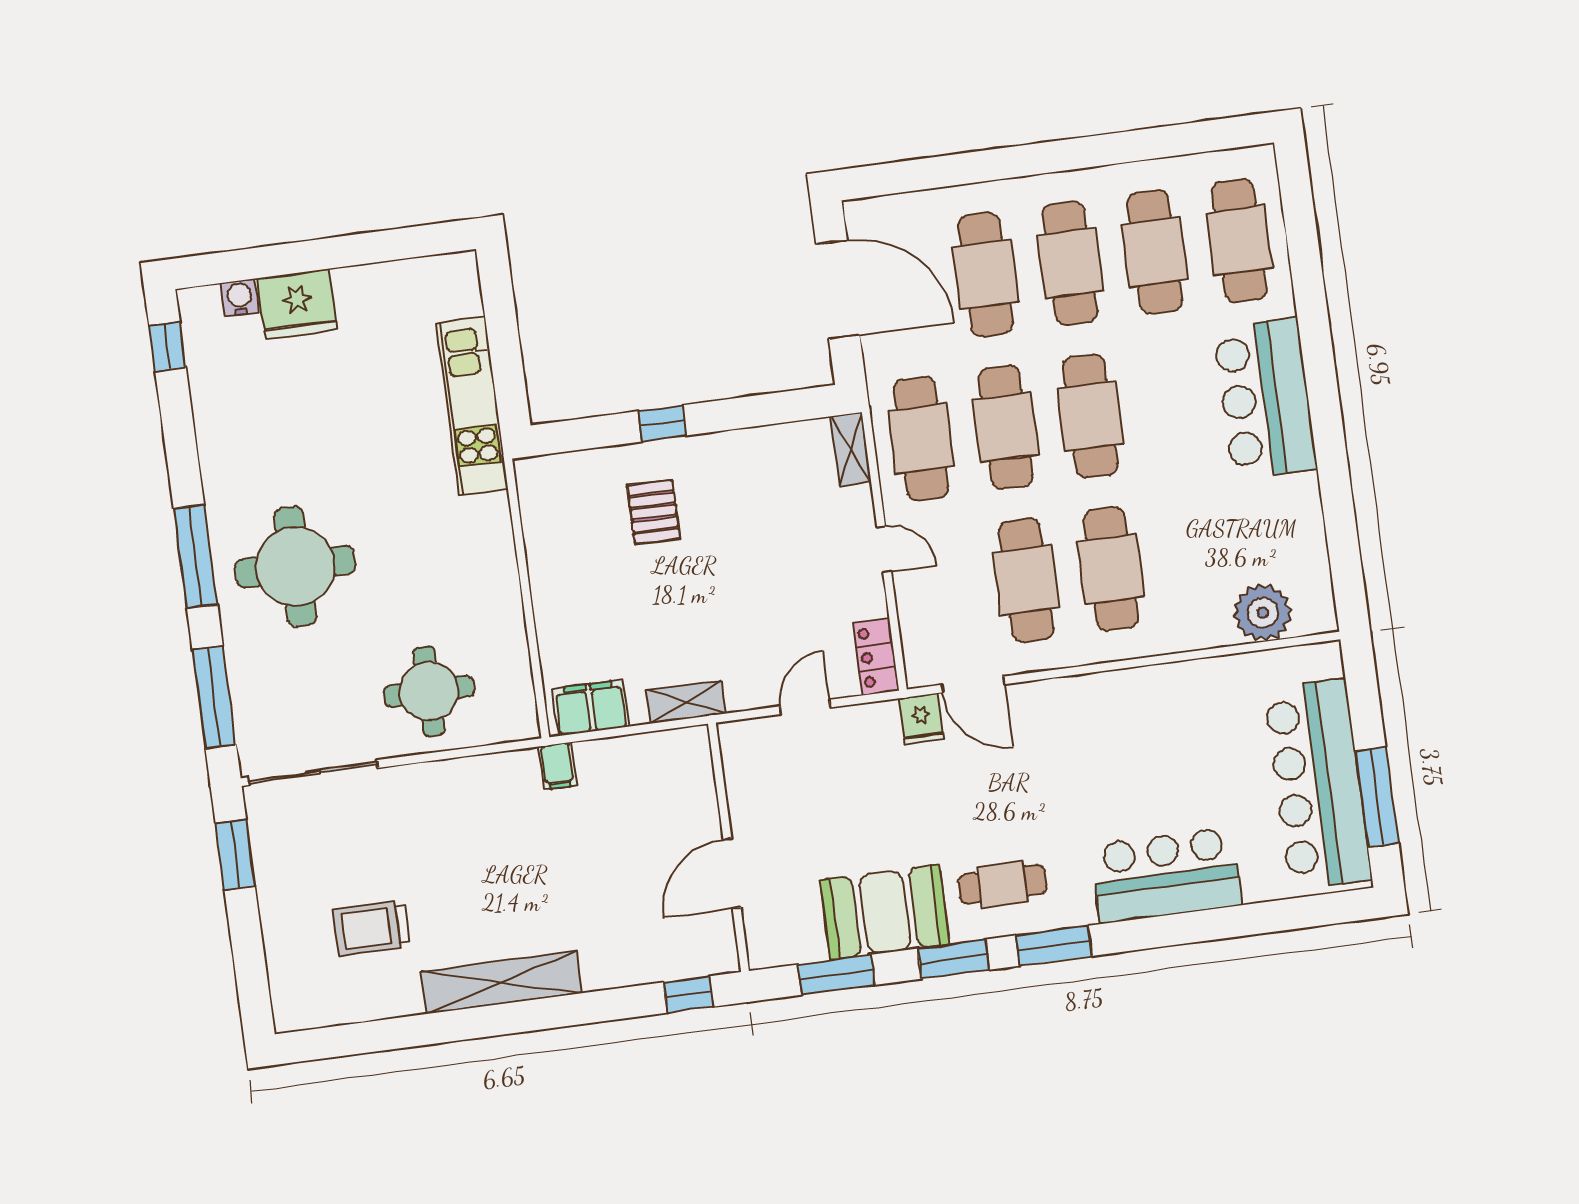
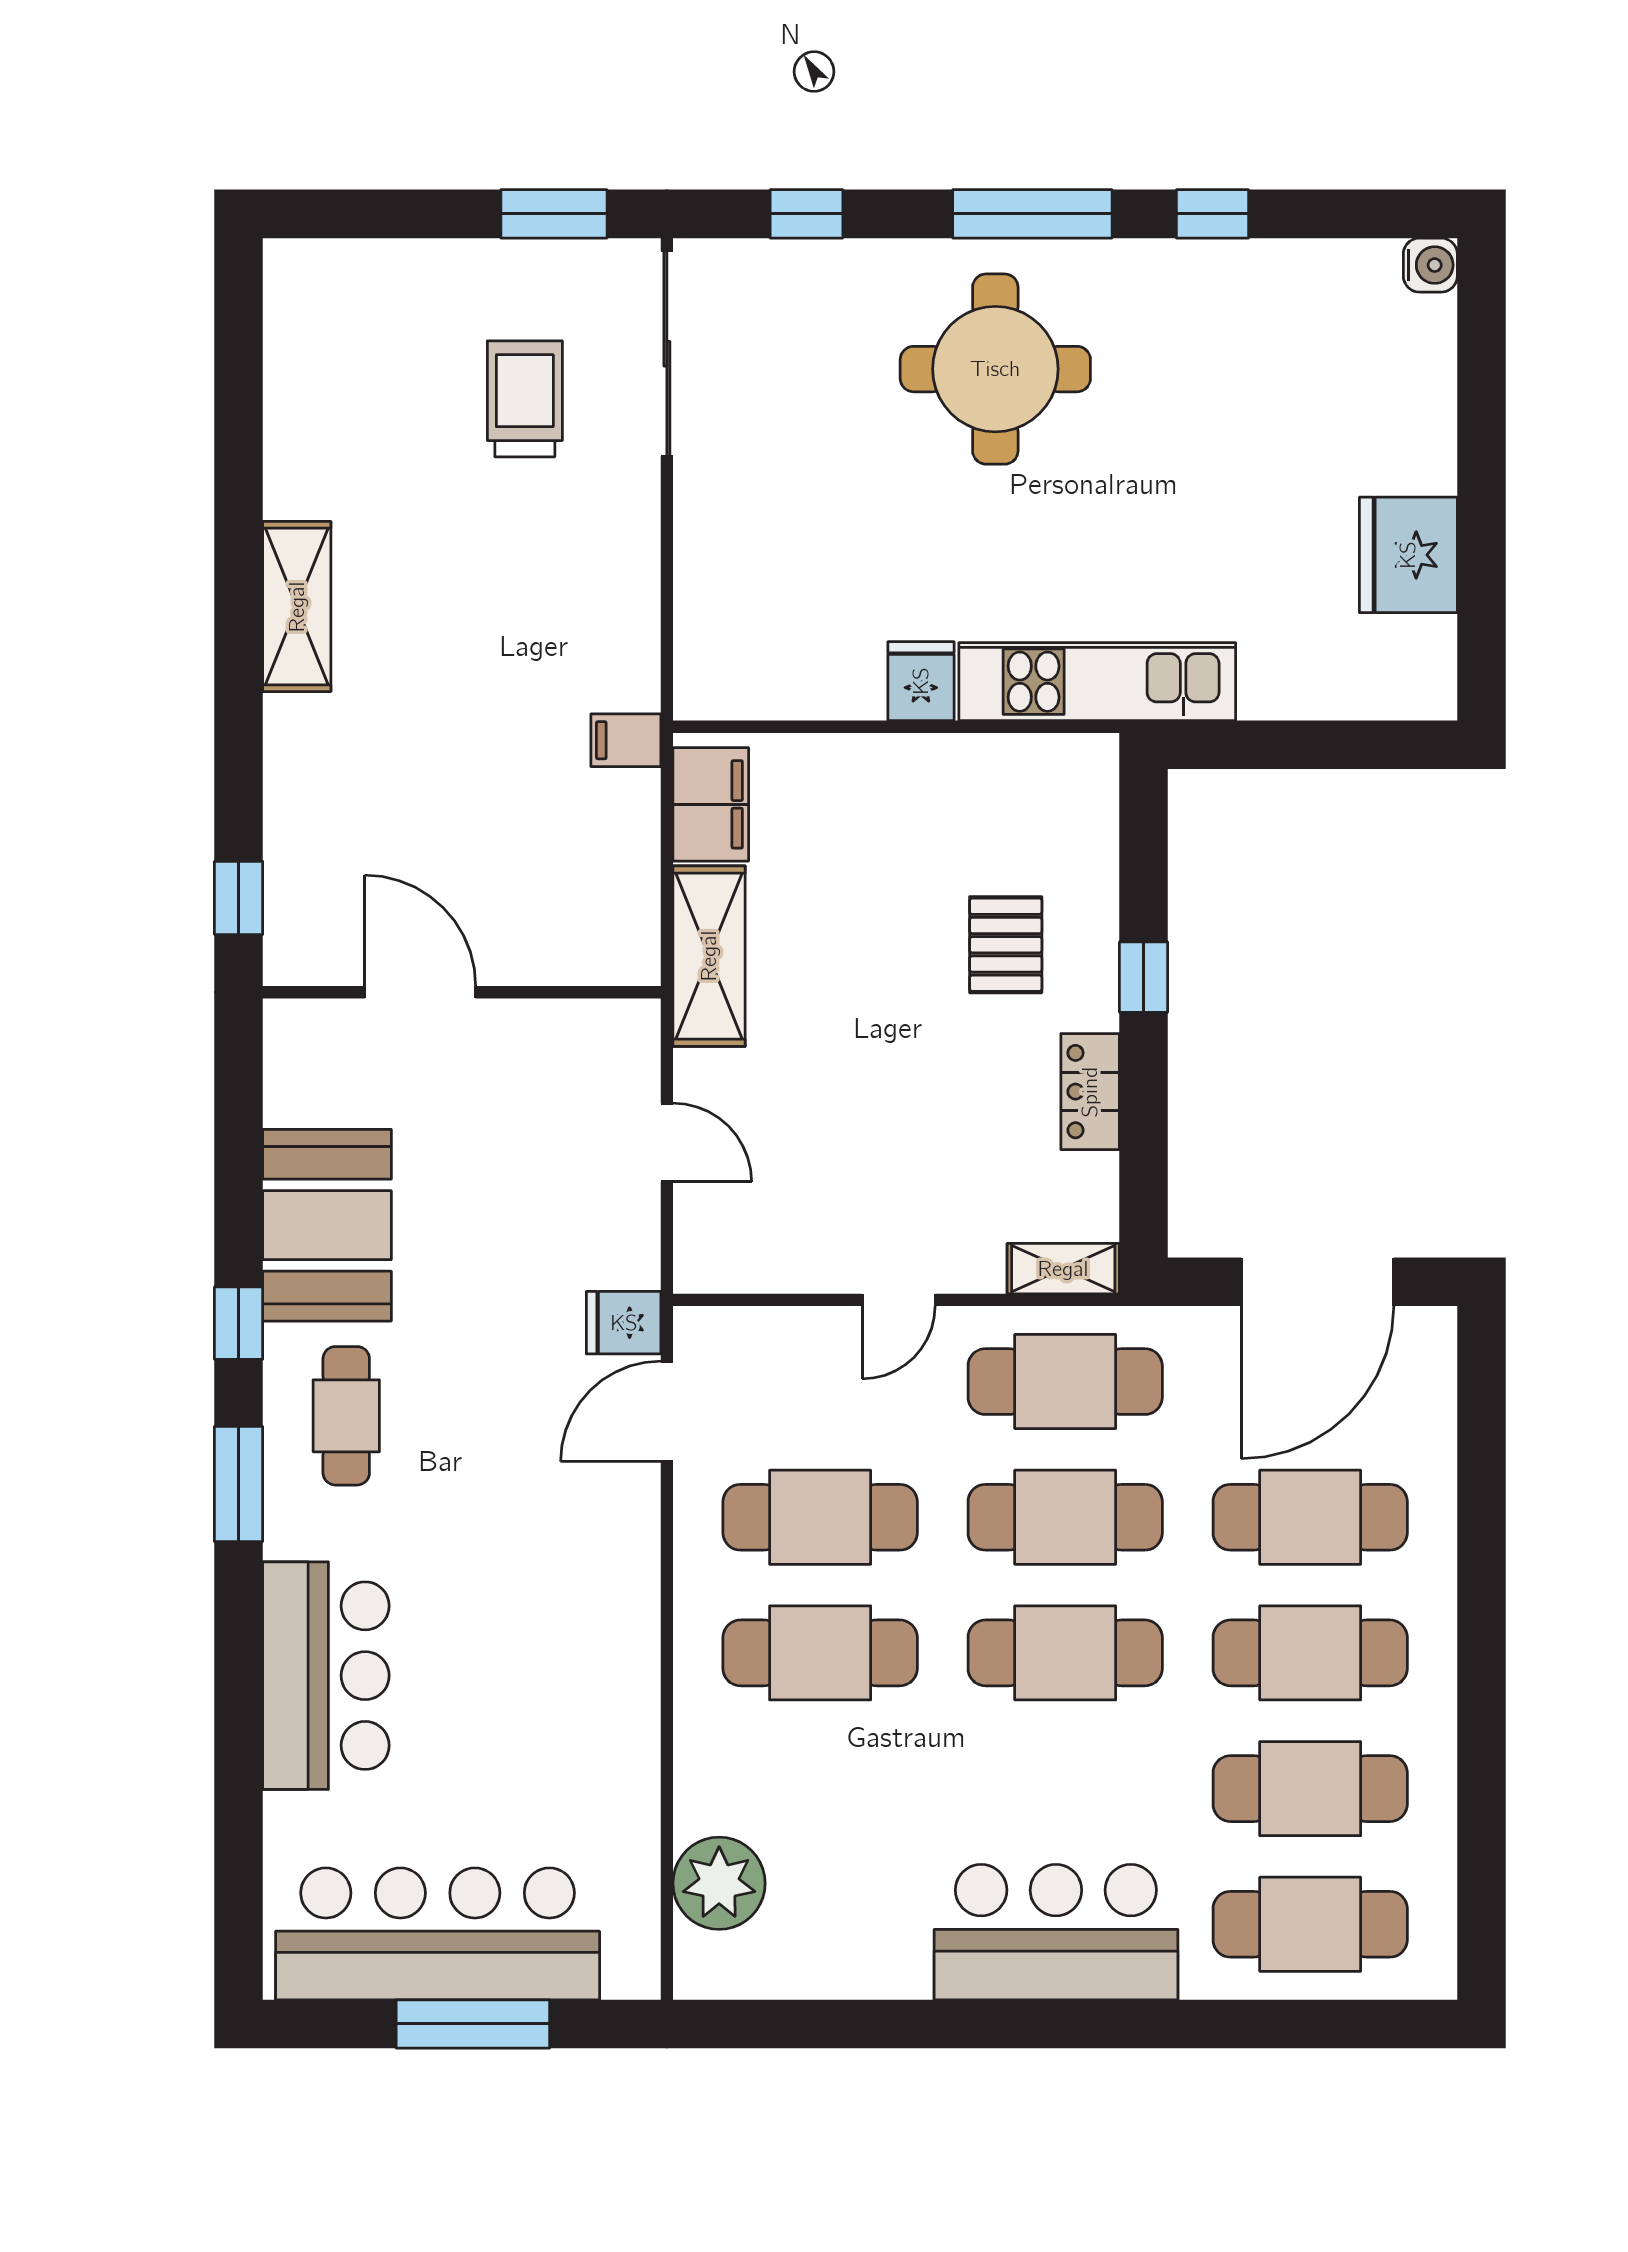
water cooler: (240, 298) -> (1430, 265), moved
fridge: (297, 304) -> (1408, 555), moved
window: (167, 347) -> (1212, 214), moved
kitchen unit: (472, 406) -> (1097, 682), moved
pallet: (654, 512) -> (1006, 945), turned 90
fridge: (496, 587) -> (921, 681), added
locker: (876, 657) -> (1090, 1092), moved, turned -90
round table: (429, 691) -> (771, 553), removed
window: (214, 697) -> (806, 214), width x0.46
shelving: (686, 702) -> (709, 956), width x1.50, depth x1.33
window: (1377, 797) -> (473, 2024), moved
trolley: (372, 928) -> (525, 399), moved
window: (953, 959) -> (239, 1323), width x0.67
window: (836, 975) -> (239, 1135), removed
shelving: (502, 982) -> (297, 607), width x0.68

